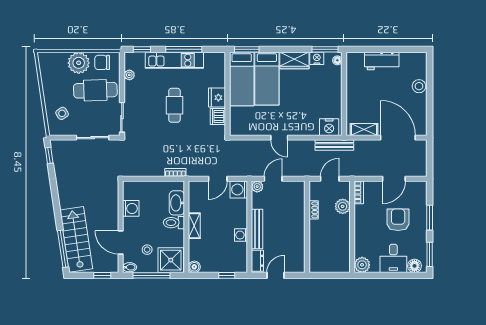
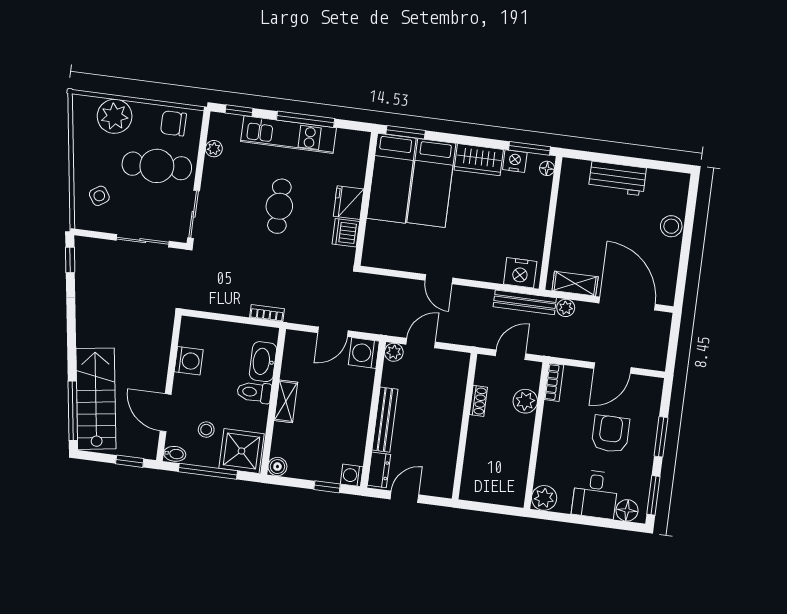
plant: (79, 63) -> (115, 116), moved
plant: (360, 145) -> (566, 308), added
washing machine: (241, 235) -> (352, 475), moved

